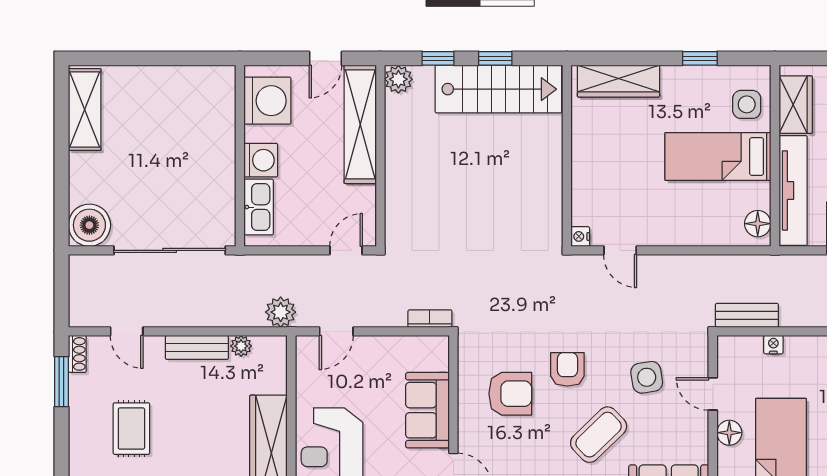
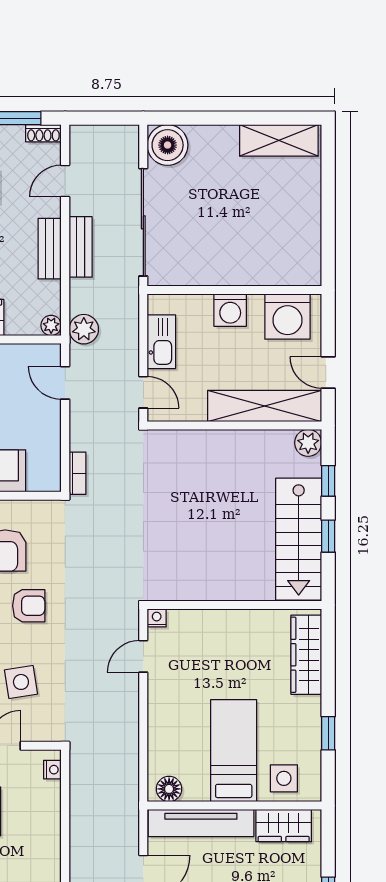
kitchen sink: (259, 207) -> (161, 342), moved, turned -90
bench: (747, 315) -> (81, 247), moved
nightstand: (773, 345) -> (52, 770), moved
plant: (241, 346) -> (51, 325), moved

